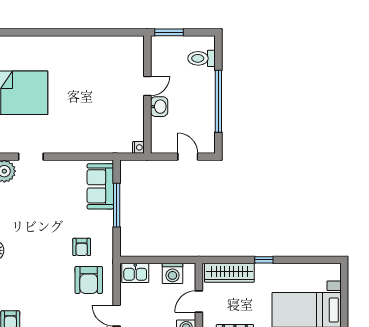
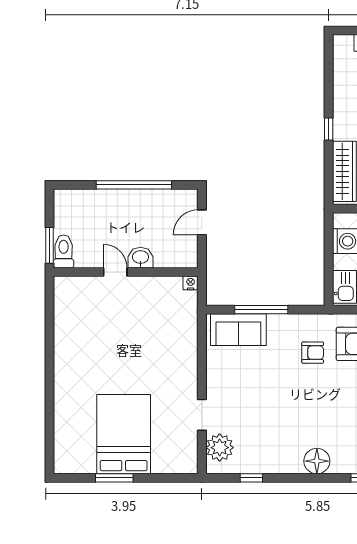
toilet: (202, 58) -> (64, 251), moved, turned 180

